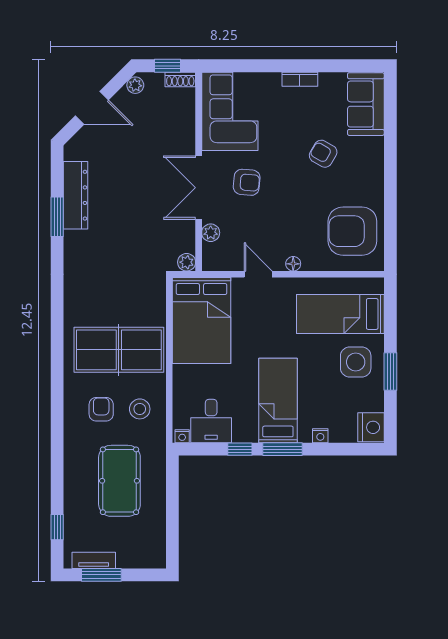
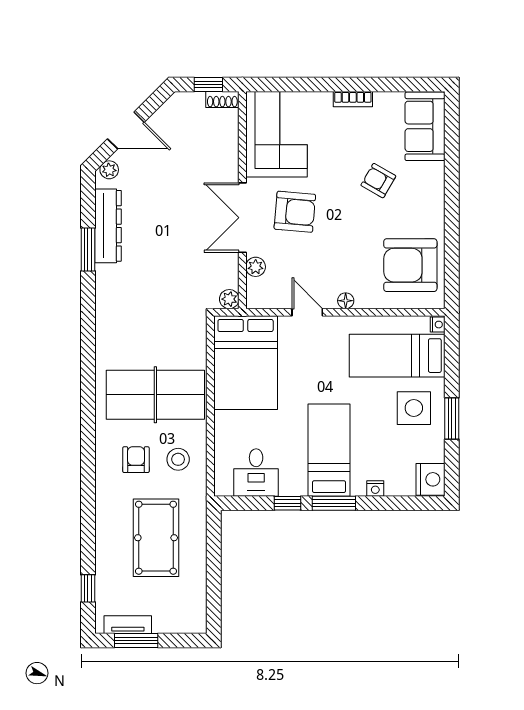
plant: (135, 85) -> (109, 170), moved
armchair: (247, 182) -> (295, 212), width x1.38, depth x1.38
nightstand: (182, 436) -> (438, 325), moved, turned -90

